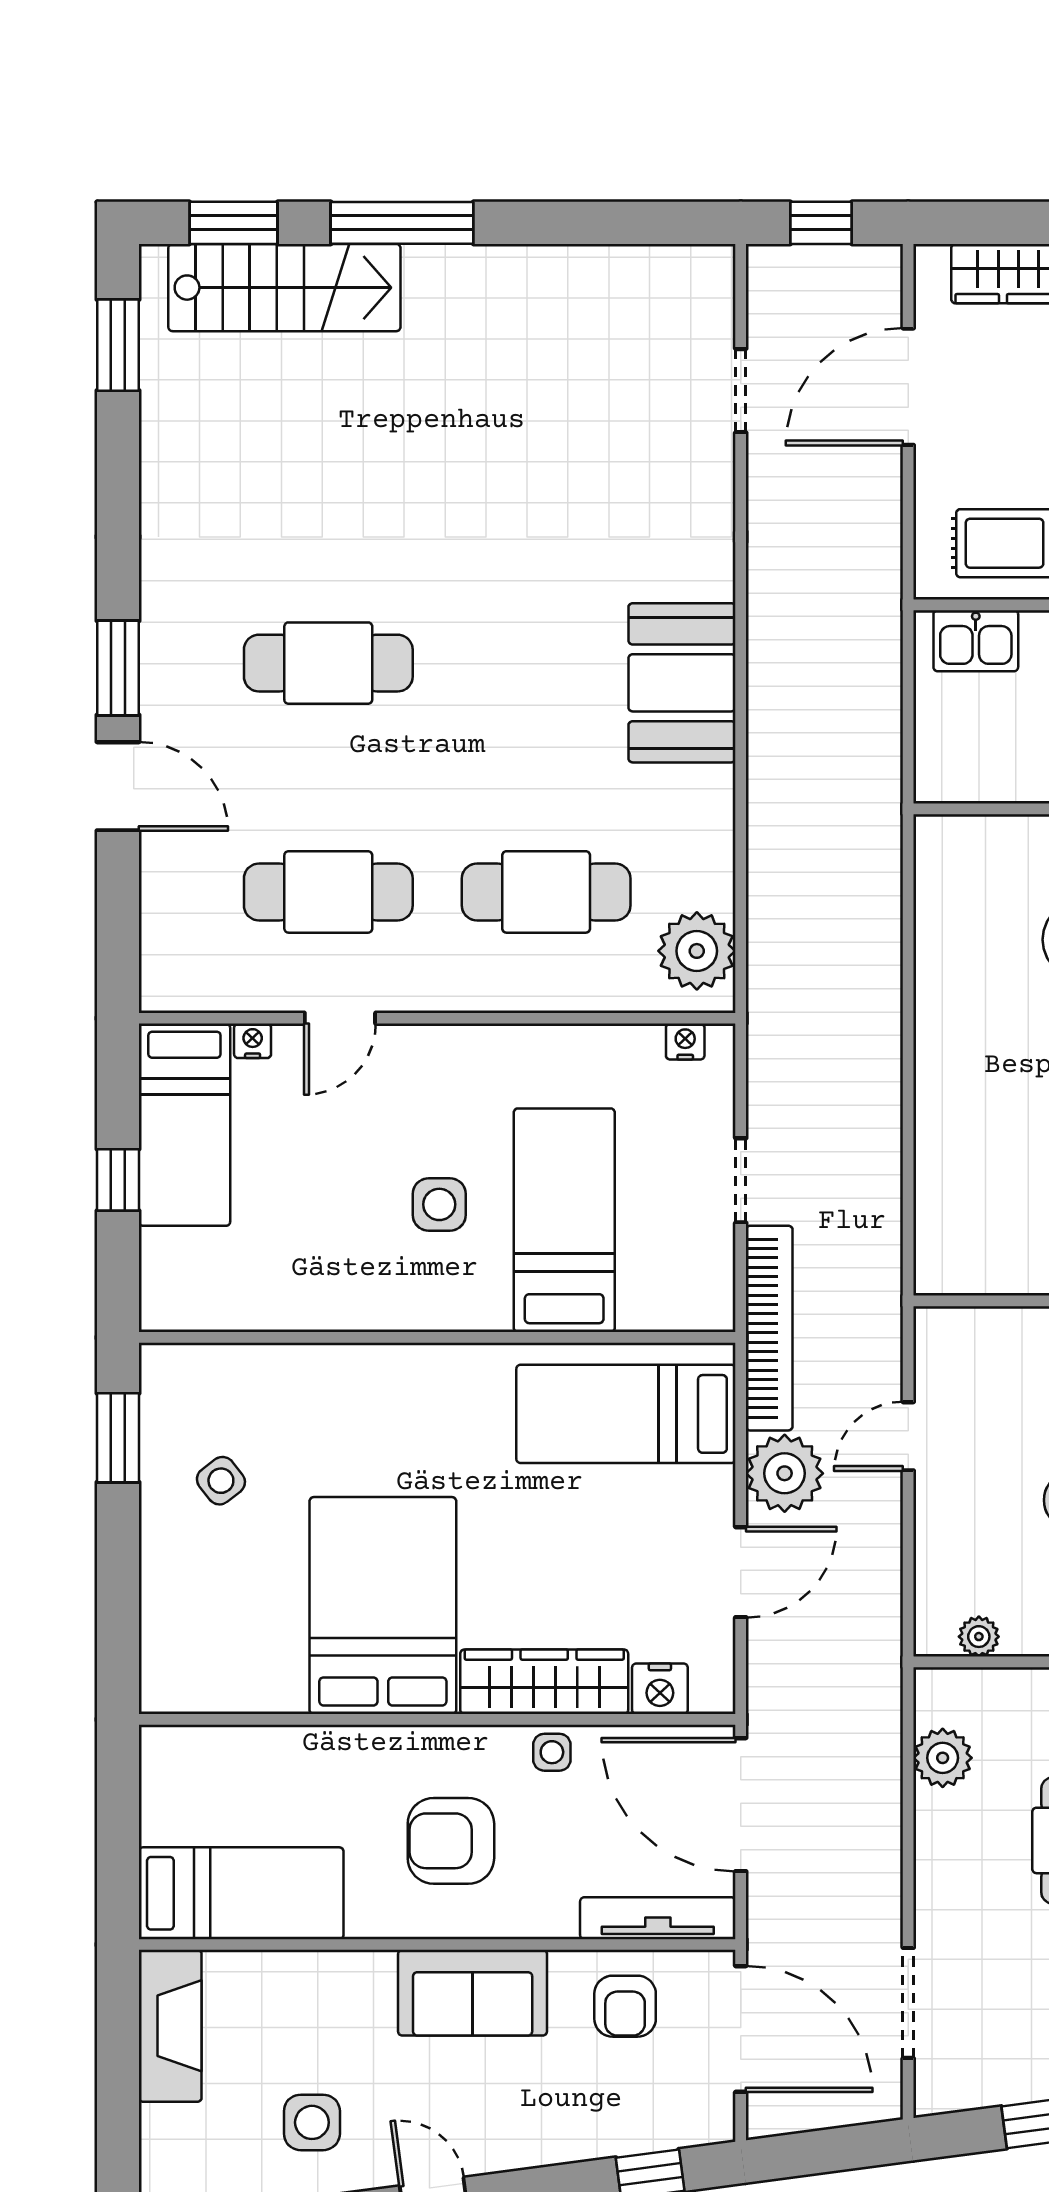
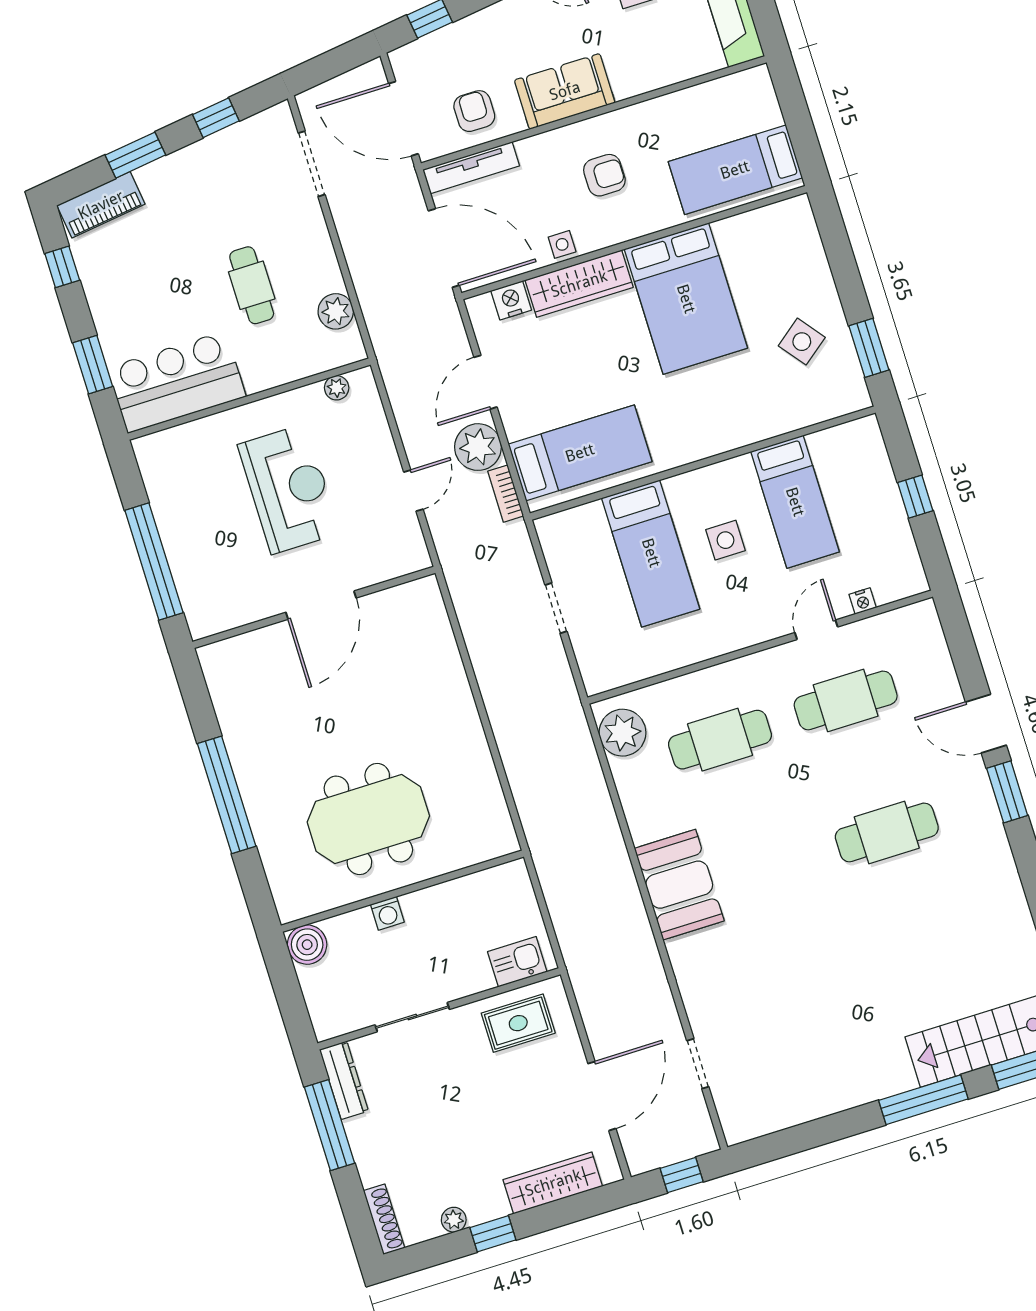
nightstand: (685, 1042) -> (613, 678), removed
bed: (184, 1125) -> (795, 502), moved, turned 180
bookcase: (769, 1328) -> (506, 494), width x0.43, depth x0.76
side table: (221, 1481) -> (802, 342), width x1.37, depth x1.37
armchair: (451, 1841) -> (604, 175), width x0.72, depth x0.72
bed: (241, 1893) -> (735, 170), moved

